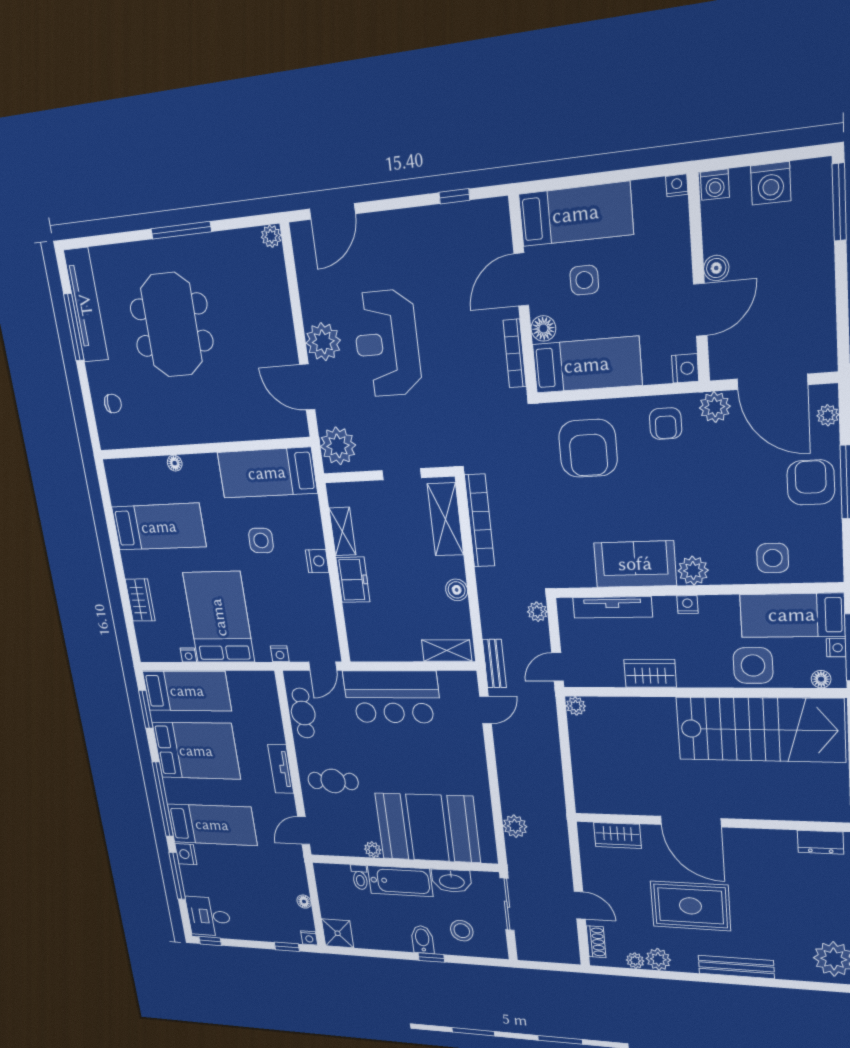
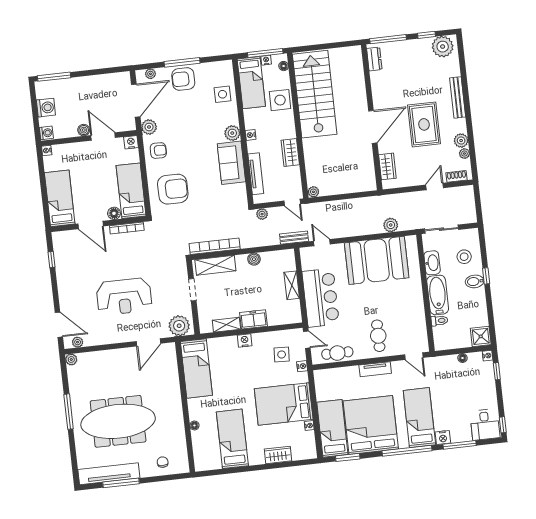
side table: (584, 280) -> (90, 193), removed
meeting table: (171, 325) -> (118, 421), width x1.36
plant: (323, 342) -> (78, 342), moved, width x0.53, depth x0.53
side table: (261, 540) -> (282, 354), moved
shelving: (447, 651) -> (292, 285), moved
bed: (196, 751) -> (371, 425), width x1.36
booth: (427, 828) -> (377, 260), moved, turned 90
plant: (373, 850) -> (419, 312), removed

